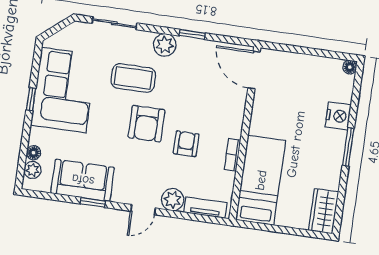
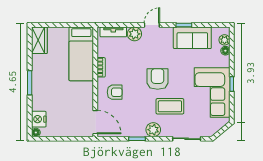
nightstand: (338, 116) -> (39, 119), moved
armchair: (186, 144) -> (115, 92), moved, turned -90

